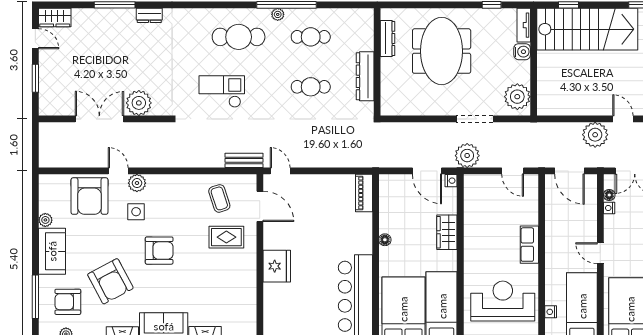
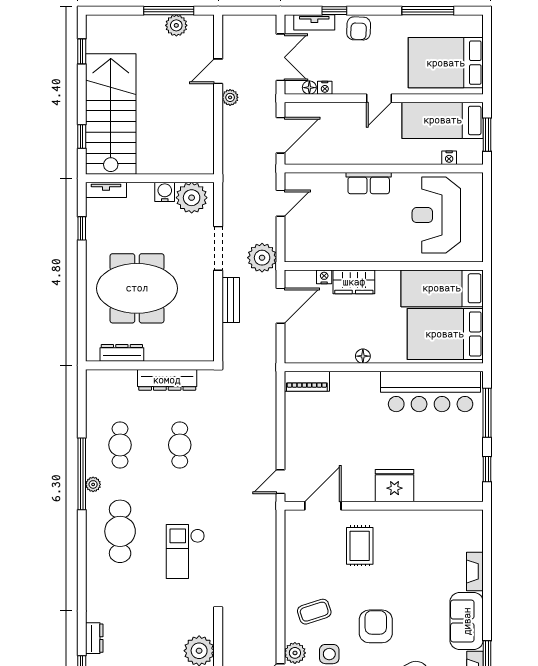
water cooler: (522, 52) -> (165, 192), moved
plant: (595, 135) -> (230, 97), width x0.53, depth x0.53
bench: (244, 160) -> (231, 300), moved
nightstand: (451, 181) -> (324, 277), moved
coffee table: (219, 198) -> (314, 612), moved

